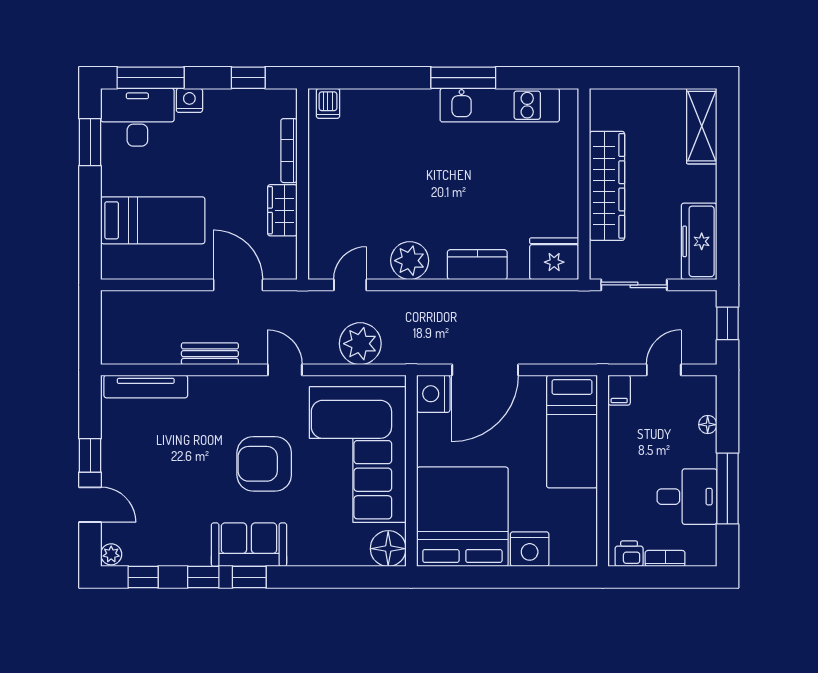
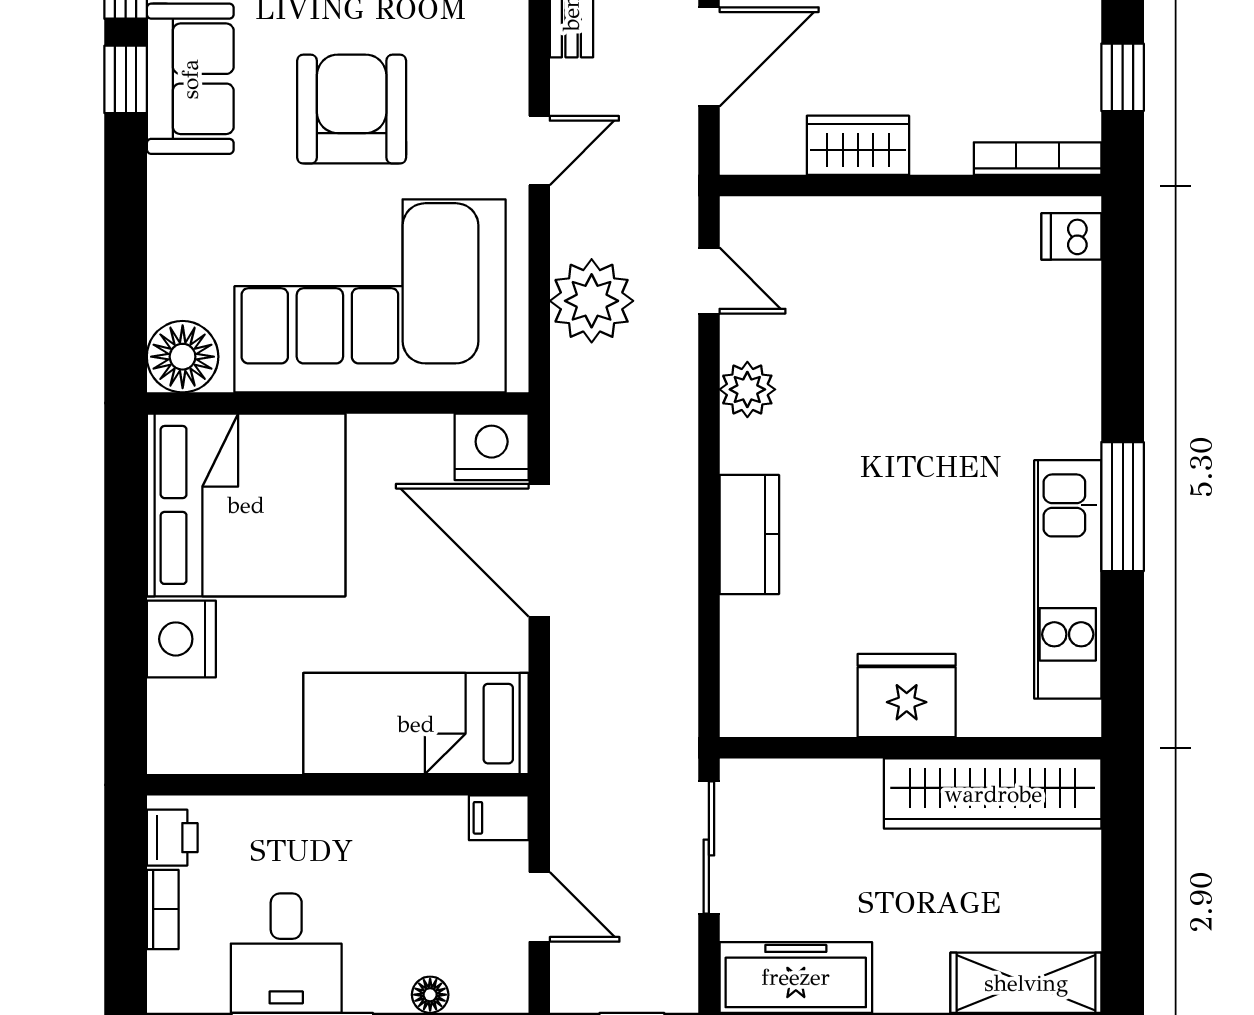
bookcase: (289, 151) -> (1038, 159), moved
wardrobe: (607, 186) -> (993, 794), moved
fridge: (554, 259) -> (907, 696), moved, turned -90
plant: (410, 261) -> (747, 389), width x0.73, depth x0.73

